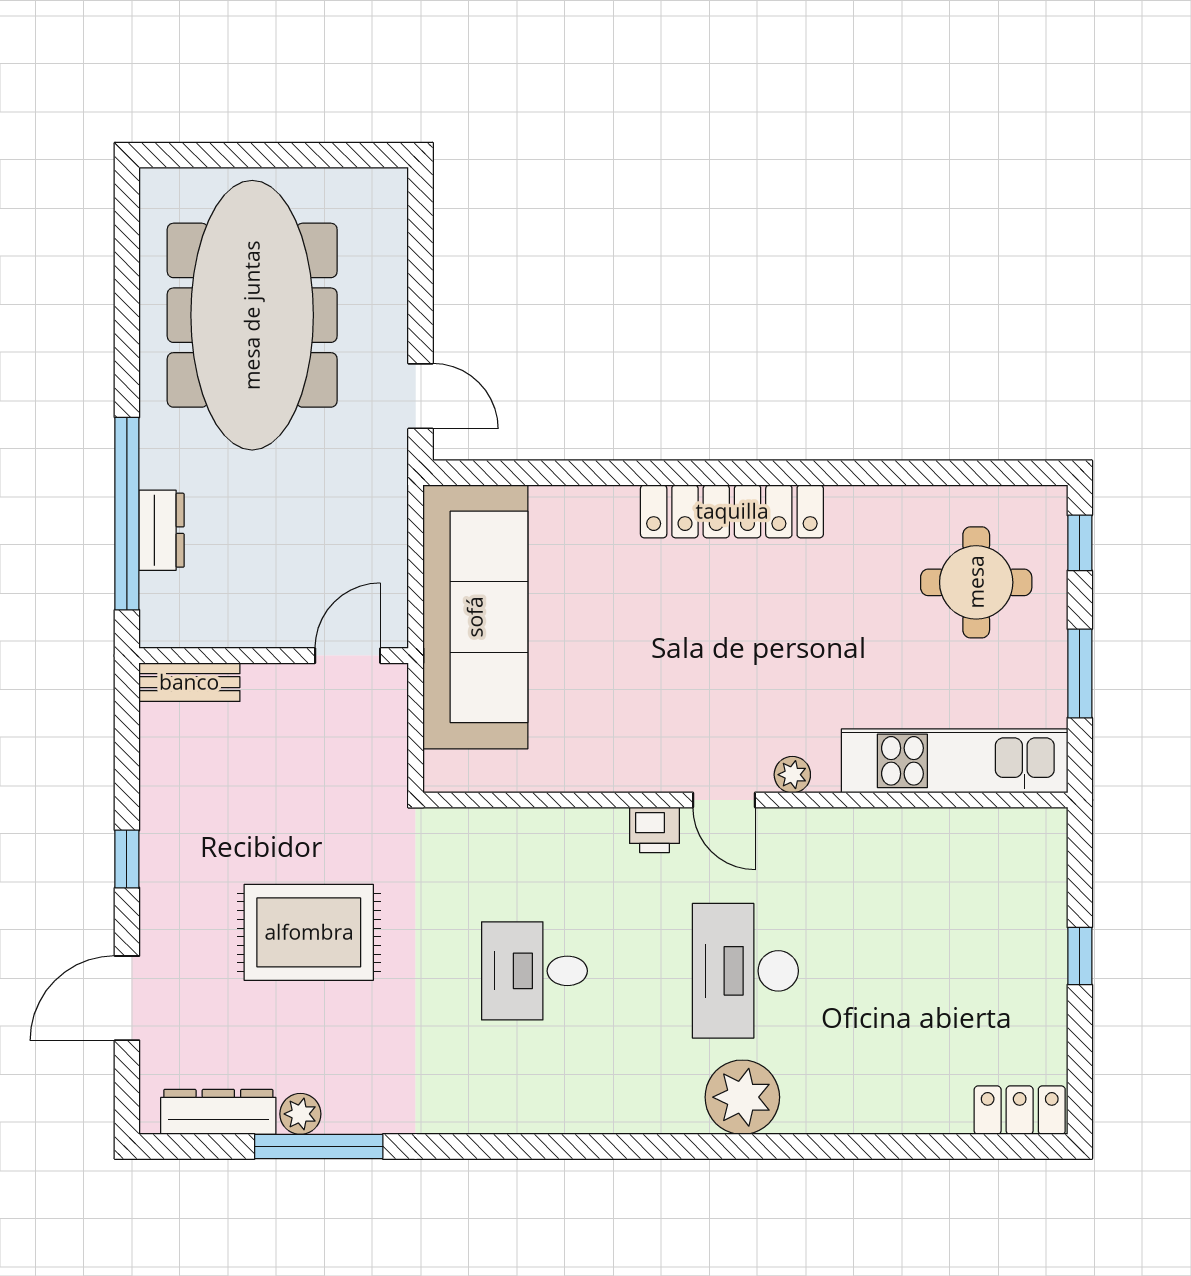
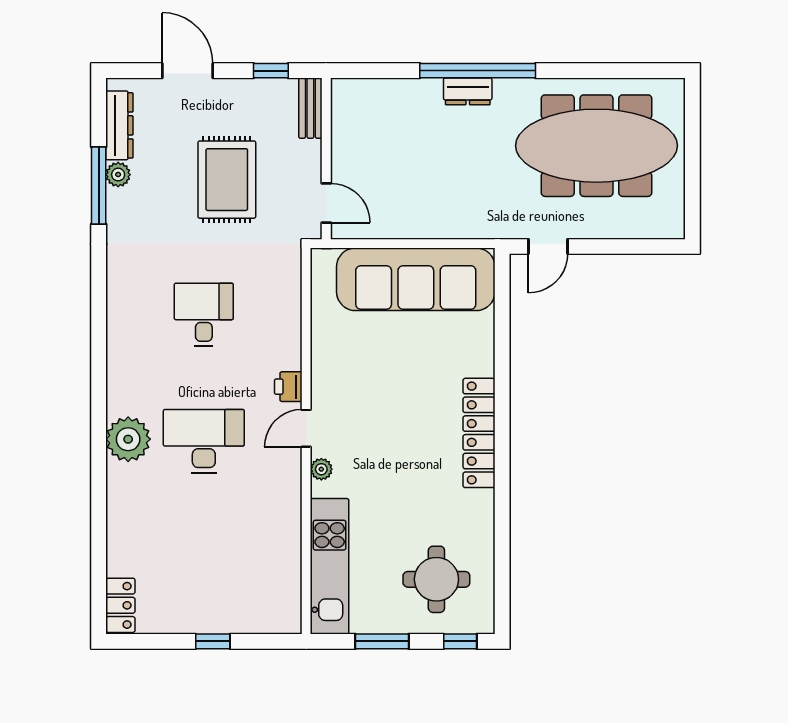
wall: (274, 656) -> (326, 159), moved
door: (348, 656) -> (326, 203), moved
bench: (189, 682) -> (310, 108), moved

